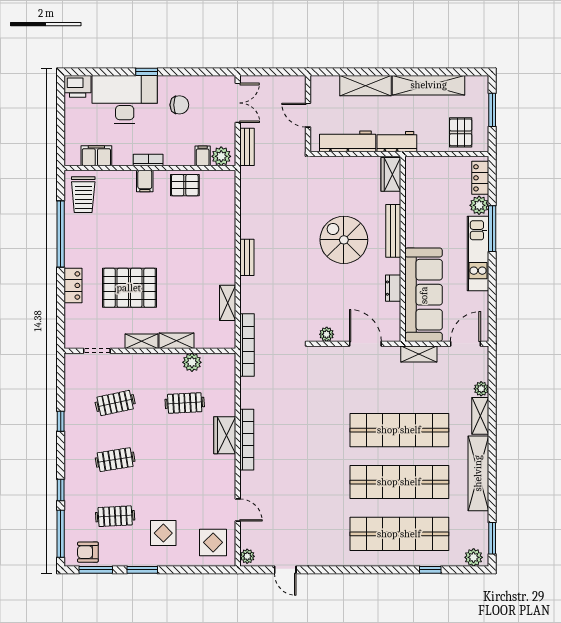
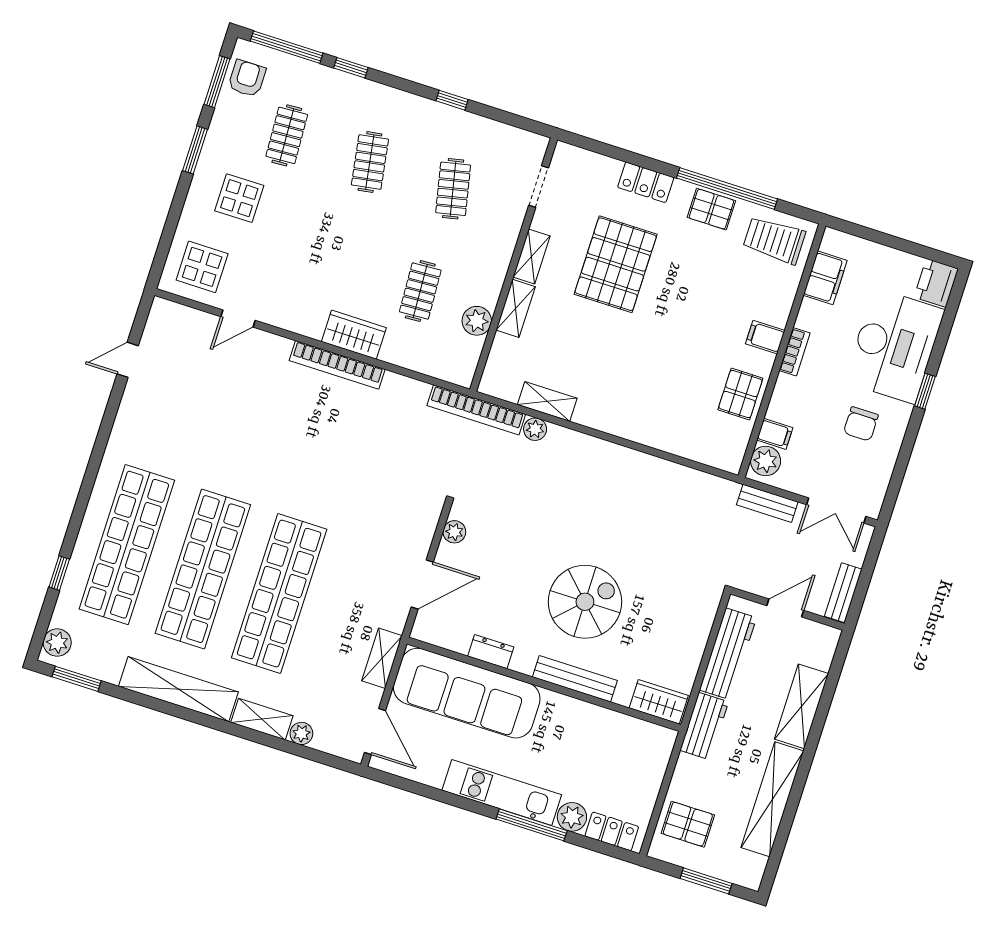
pallet: (77, 240) -> (711, 209), added
bench: (247, 257) -> (843, 593), moved, turned 90
plant: (247, 556) -> (535, 429), moved

